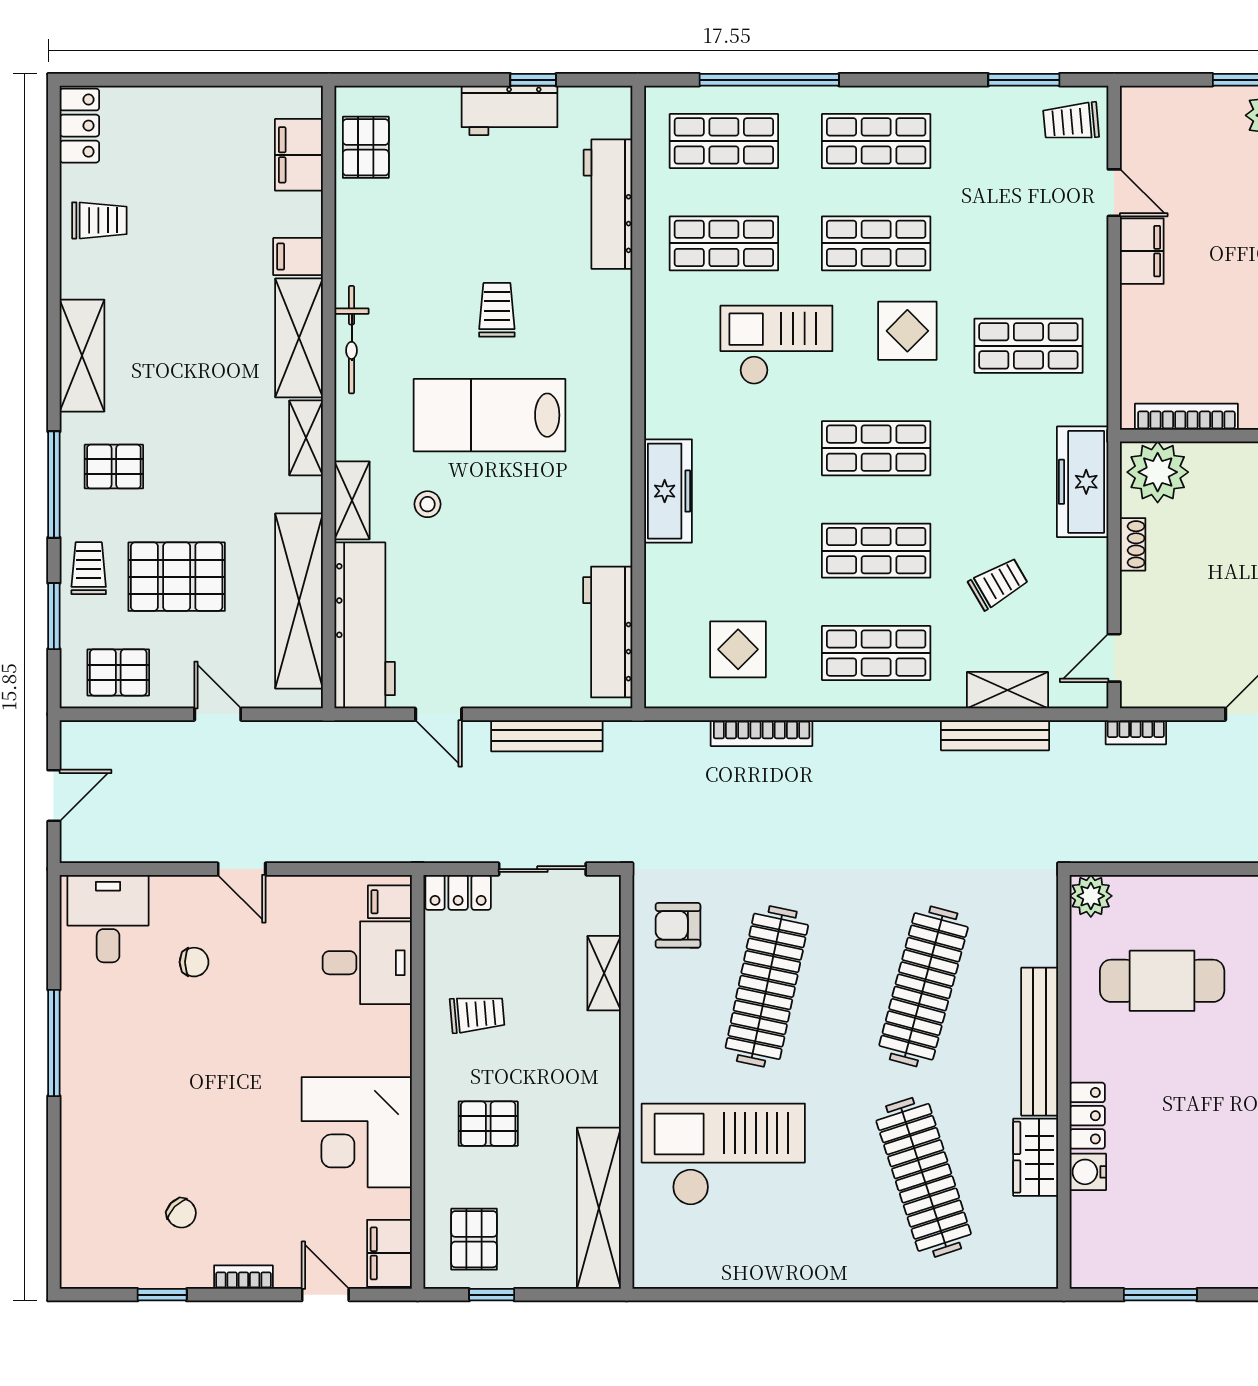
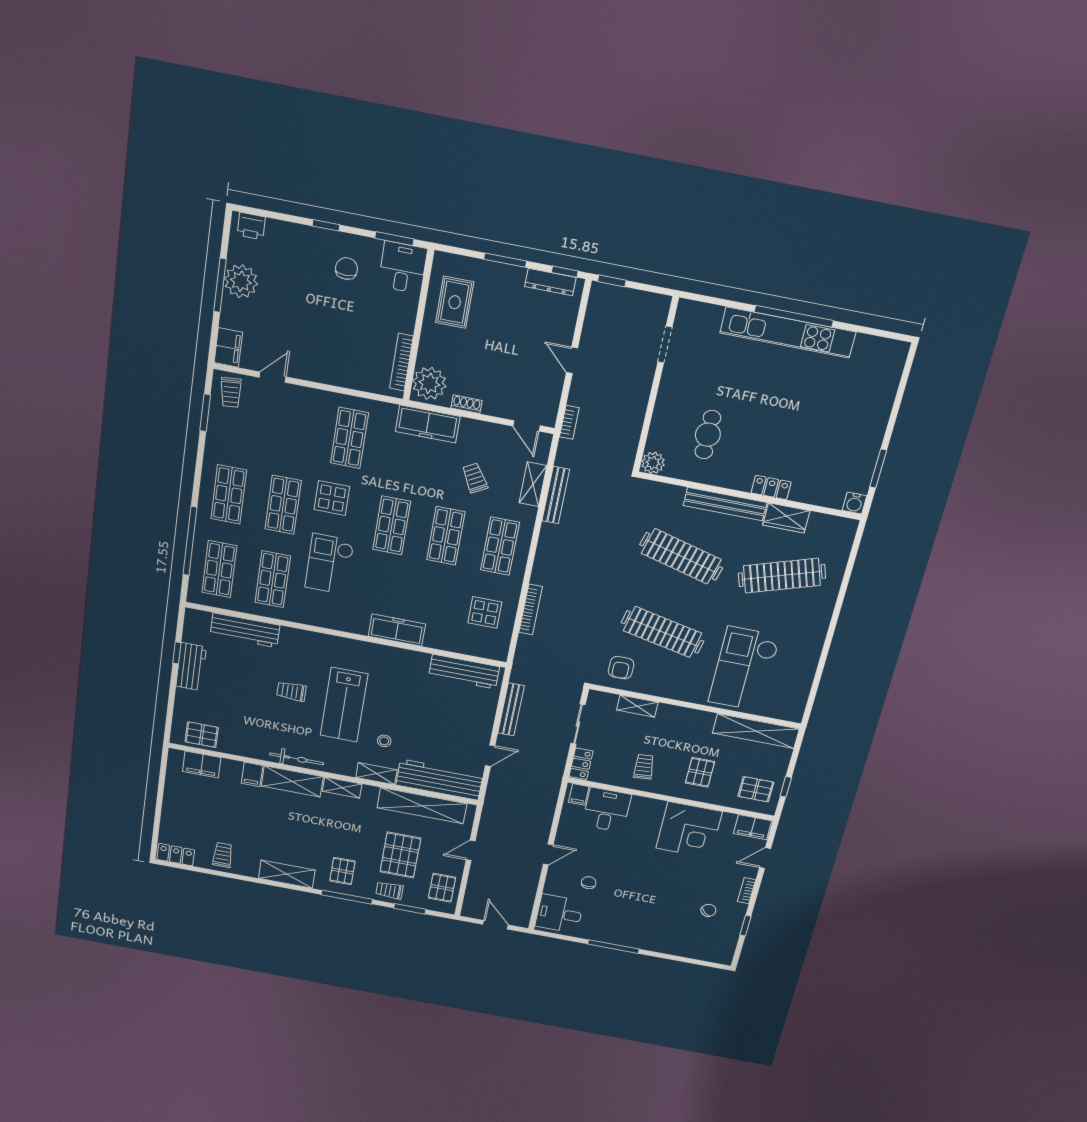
filing cabinet: (1142, 251) -> (228, 347), moved, turned 90
cafe table: (1162, 981) -> (708, 435), width x0.73, depth x0.74
water cooler: (1088, 1172) -> (855, 503), moved

